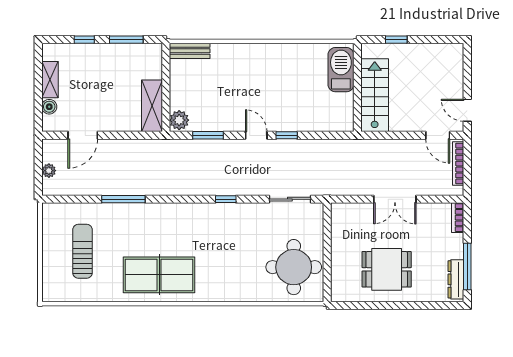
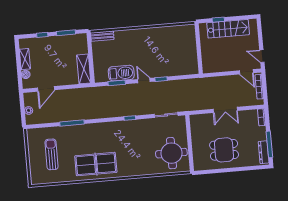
barbecue: (341, 70) -> (121, 73), moved, turned 90
stairs: (375, 95) -> (228, 29), moved, turned 90
plant: (179, 120) -> (100, 76), removed

